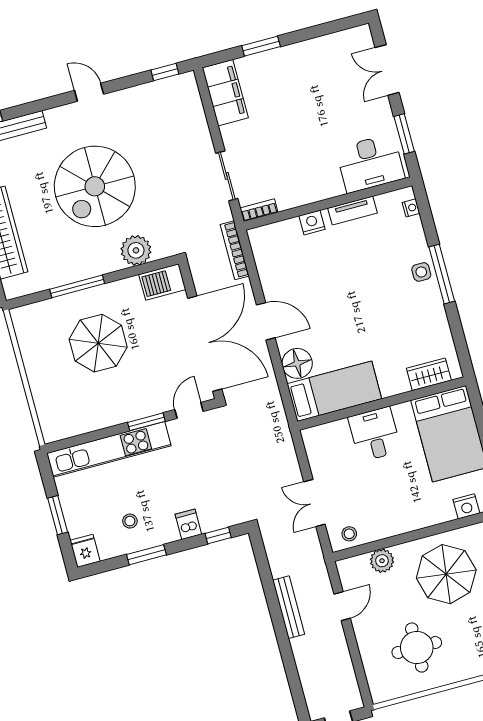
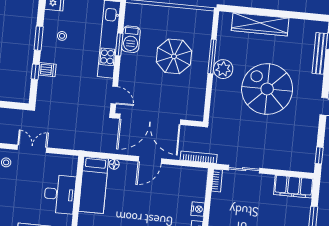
plant: (136, 250) -> (223, 69), moved
barbecue: (162, 282) -> (131, 39), moved, turned 180
floor lamp: (297, 363) -> (114, 164), width x0.53, depth x0.53
window: (146, 422) -> (119, 44), moved
desk: (375, 434) -> (60, 194), width x1.37
window: (218, 535) -> (35, 72), moved

